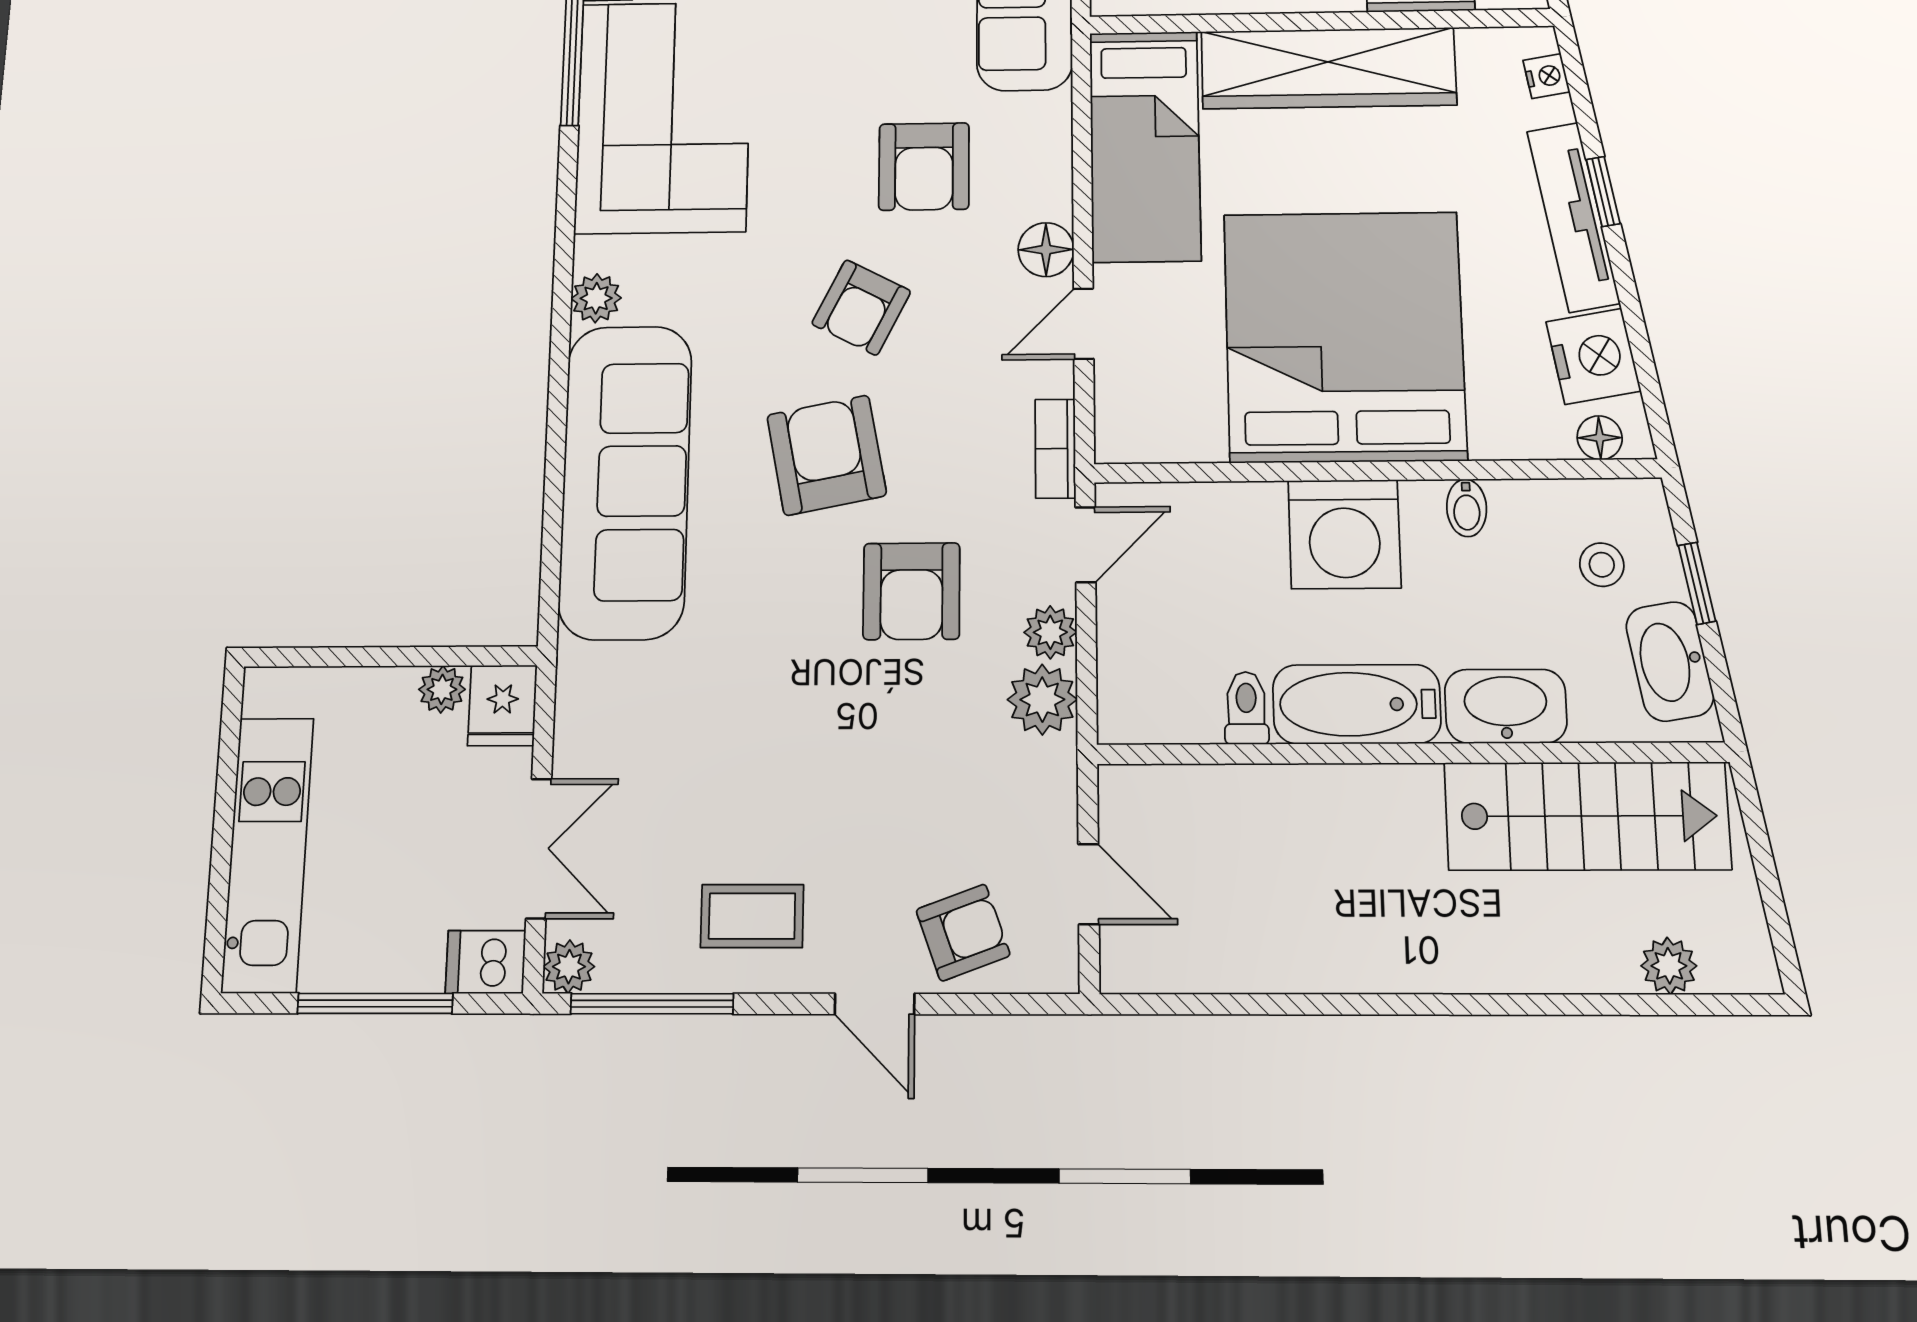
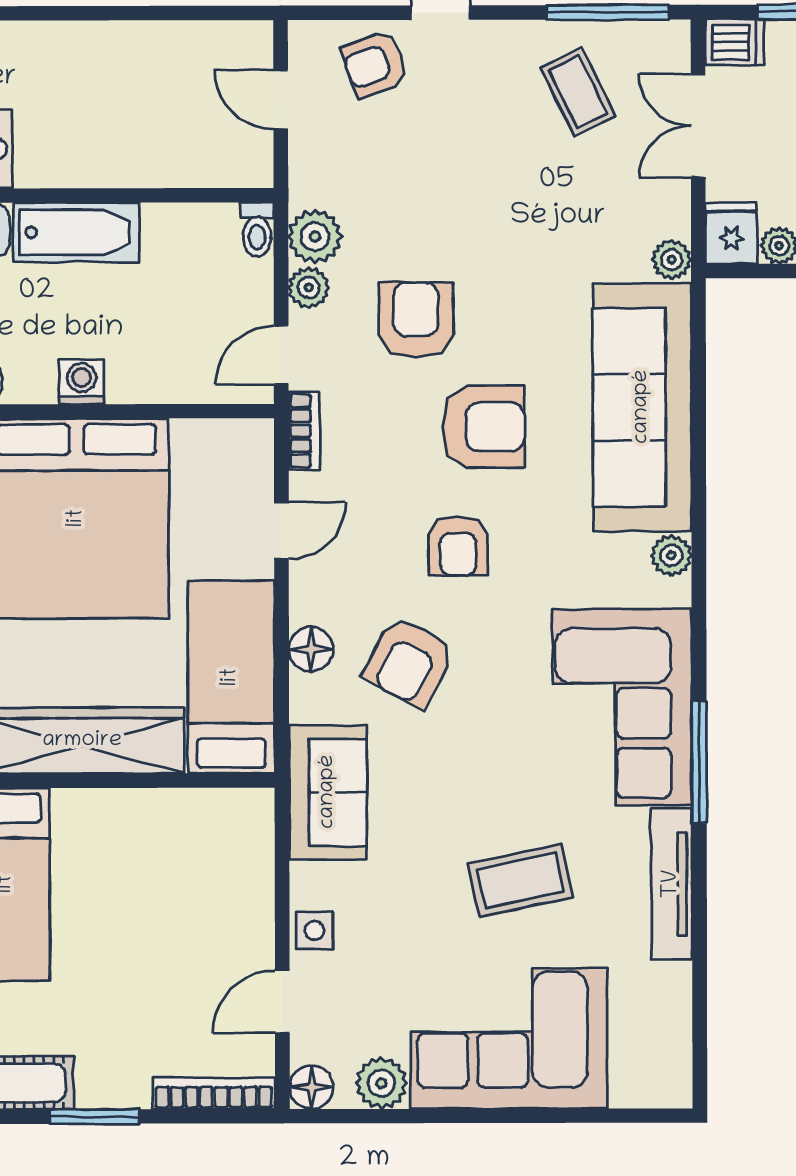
armchair: (924, 167) -> (409, 662), turned -152
floor lamp: (1046, 250) -> (311, 649), moved
armchair: (861, 307) -> (458, 546), turned 153
armchair: (827, 455) -> (484, 427), turned -79
washing machine: (1344, 534) -> (82, 382), width x0.53, depth x0.53
toilet: (1246, 708) -> (257, 230), moved
coffee table: (752, 916) -> (578, 92), moved, turned 64
plant: (569, 967) -> (672, 260), moved

